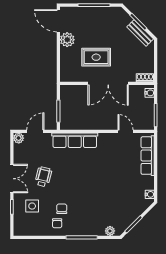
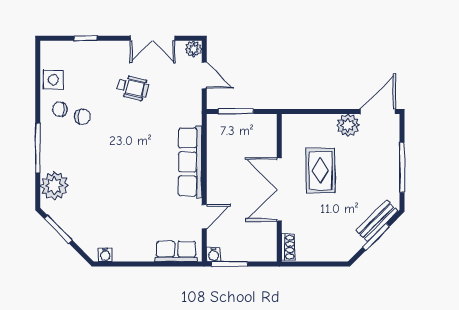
bench: (140, 33) -> (377, 221), moved
water cooler: (150, 93) -> (214, 254), moved
row of seats: (75, 140) -> (190, 162), moved
row of seats: (148, 156) -> (176, 251), width x0.68
double door: (12, 179) -> (153, 38), moved
side table: (32, 206) -> (53, 80), moved
plant: (110, 231) -> (54, 186), width x1.87, depth x1.87

